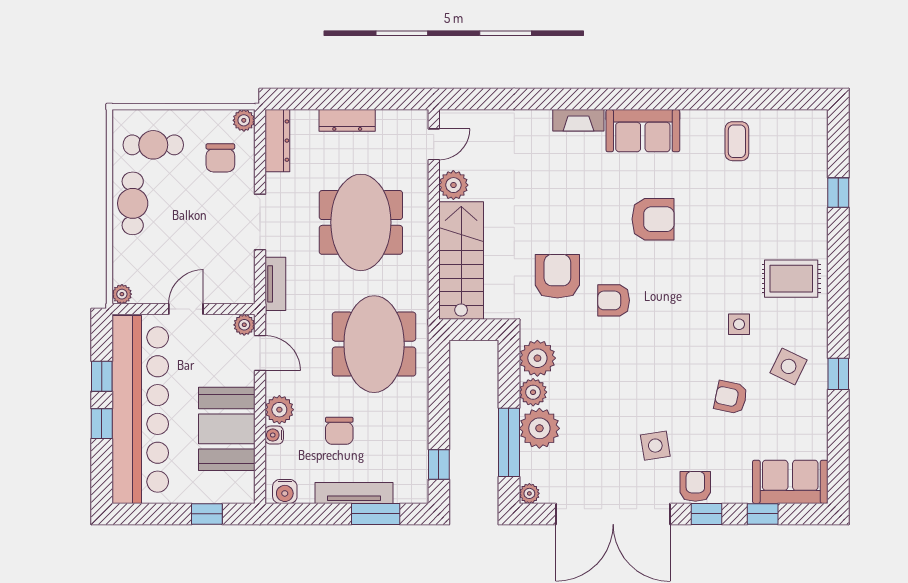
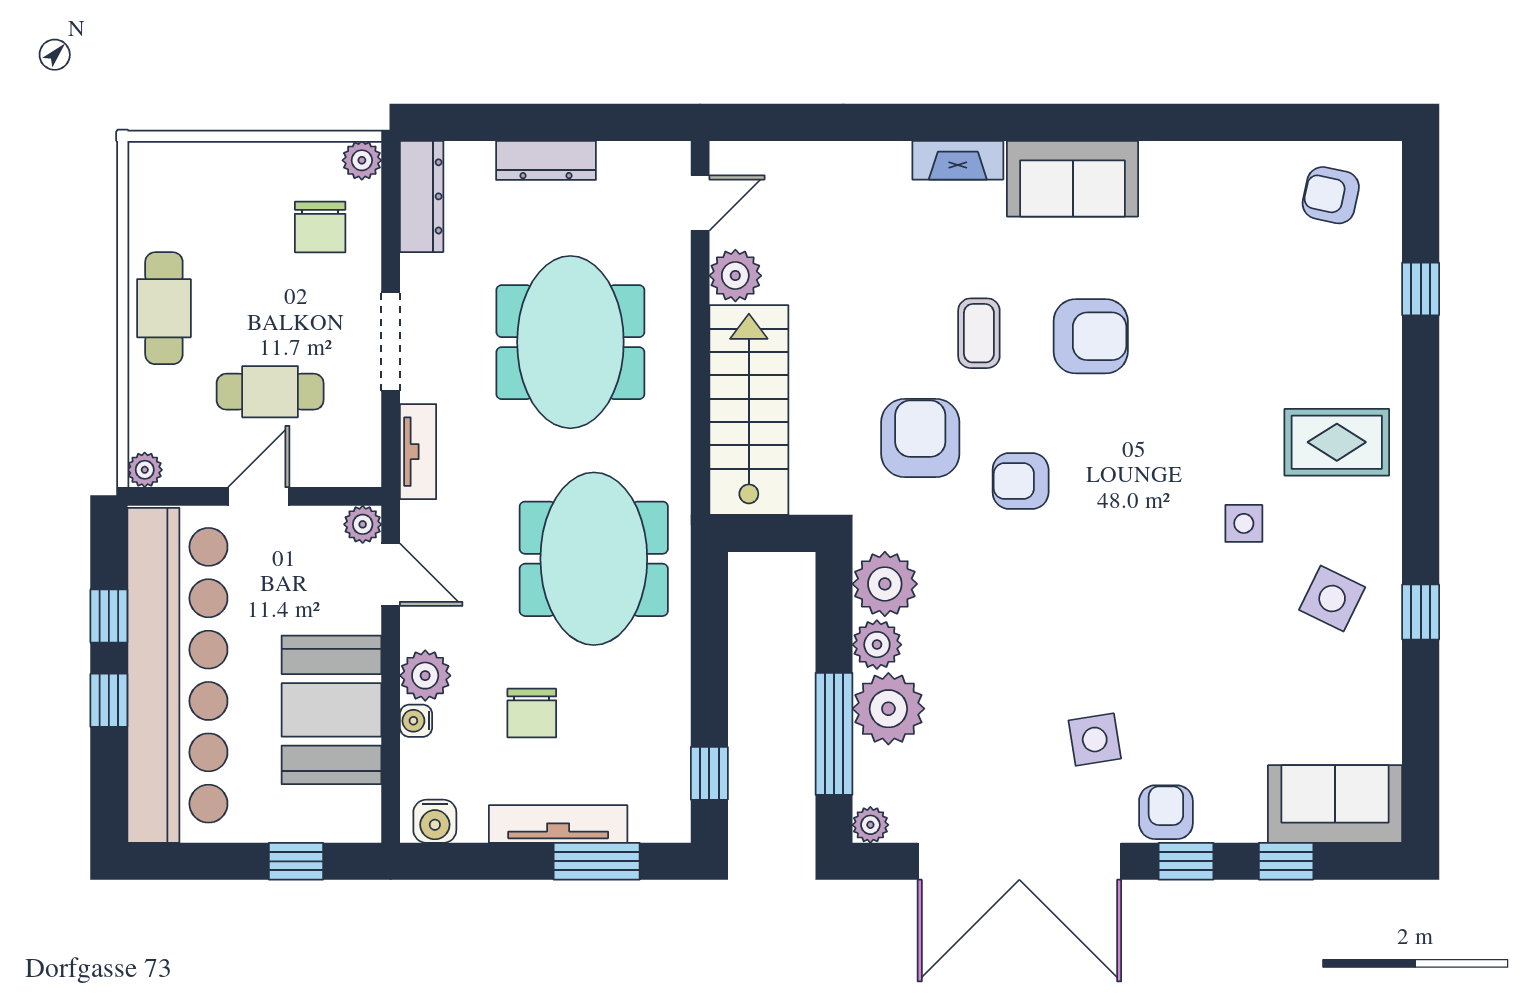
coffee table: (737, 141) -> (979, 333), moved
cafe table: (153, 145) -> (270, 392), moved
armchair: (731, 397) -> (1331, 195), moved

